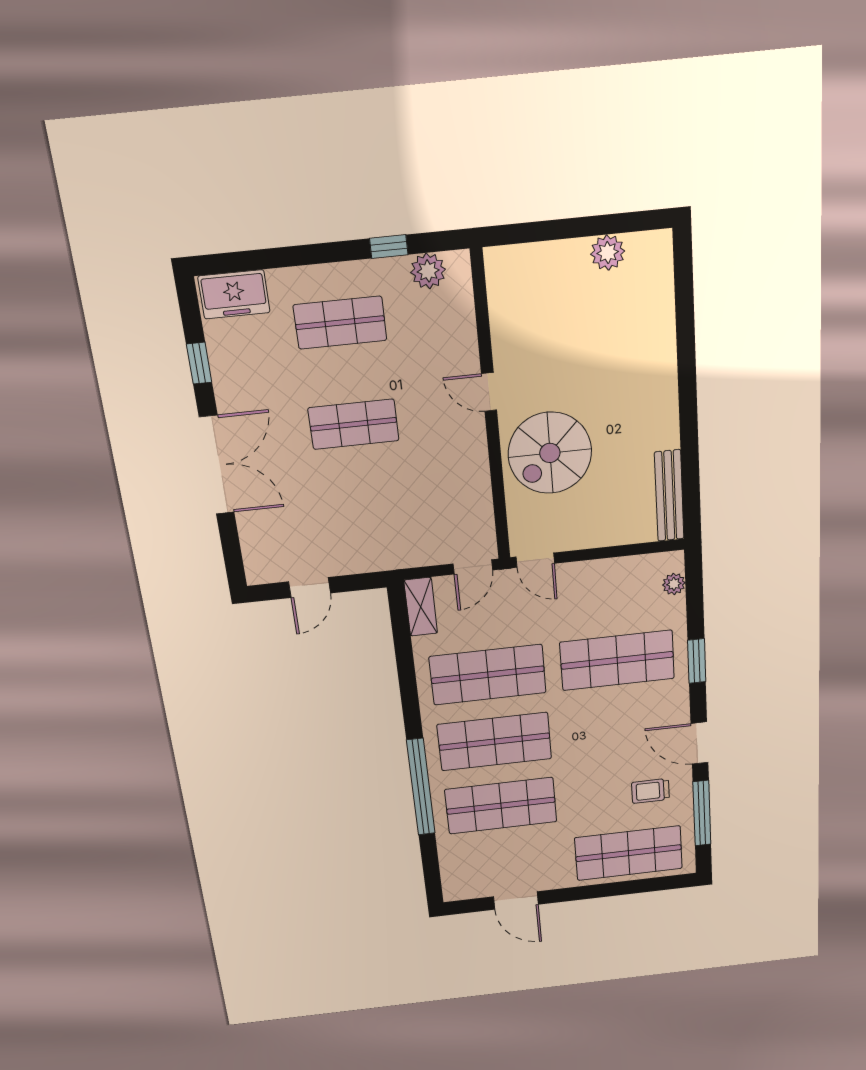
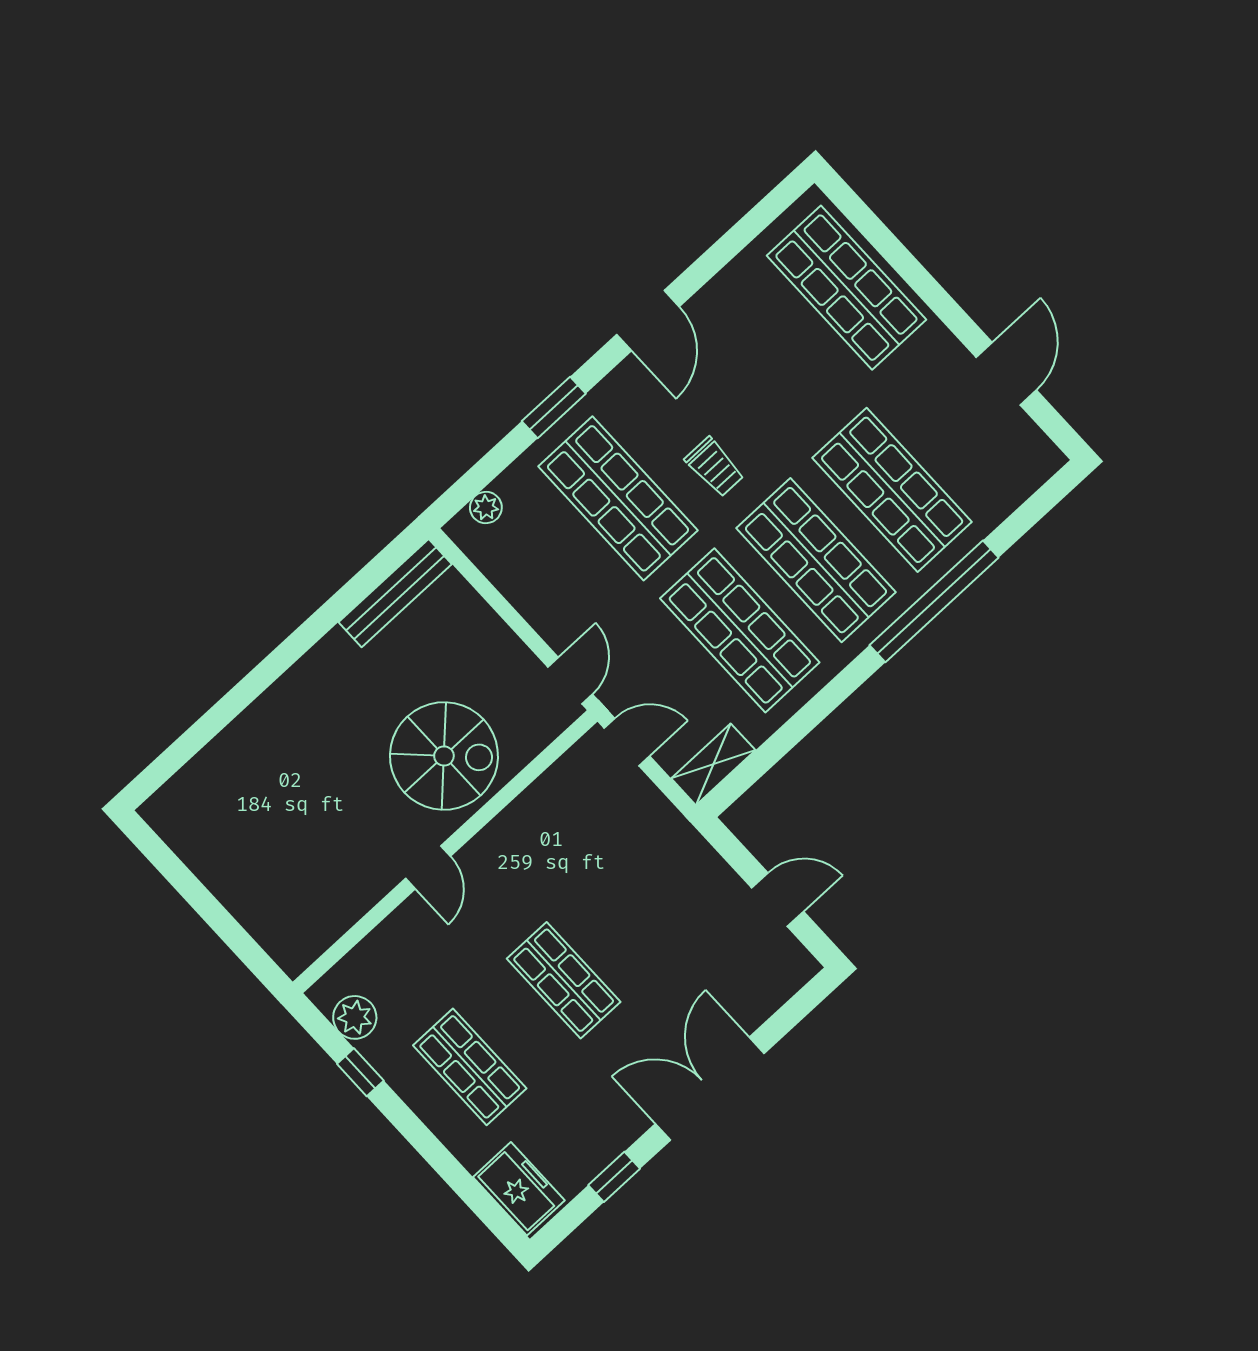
plant: (608, 253) -> (205, 855), removed
trolley: (650, 791) -> (714, 467), moved
window: (702, 813) -> (733, 242), removed

